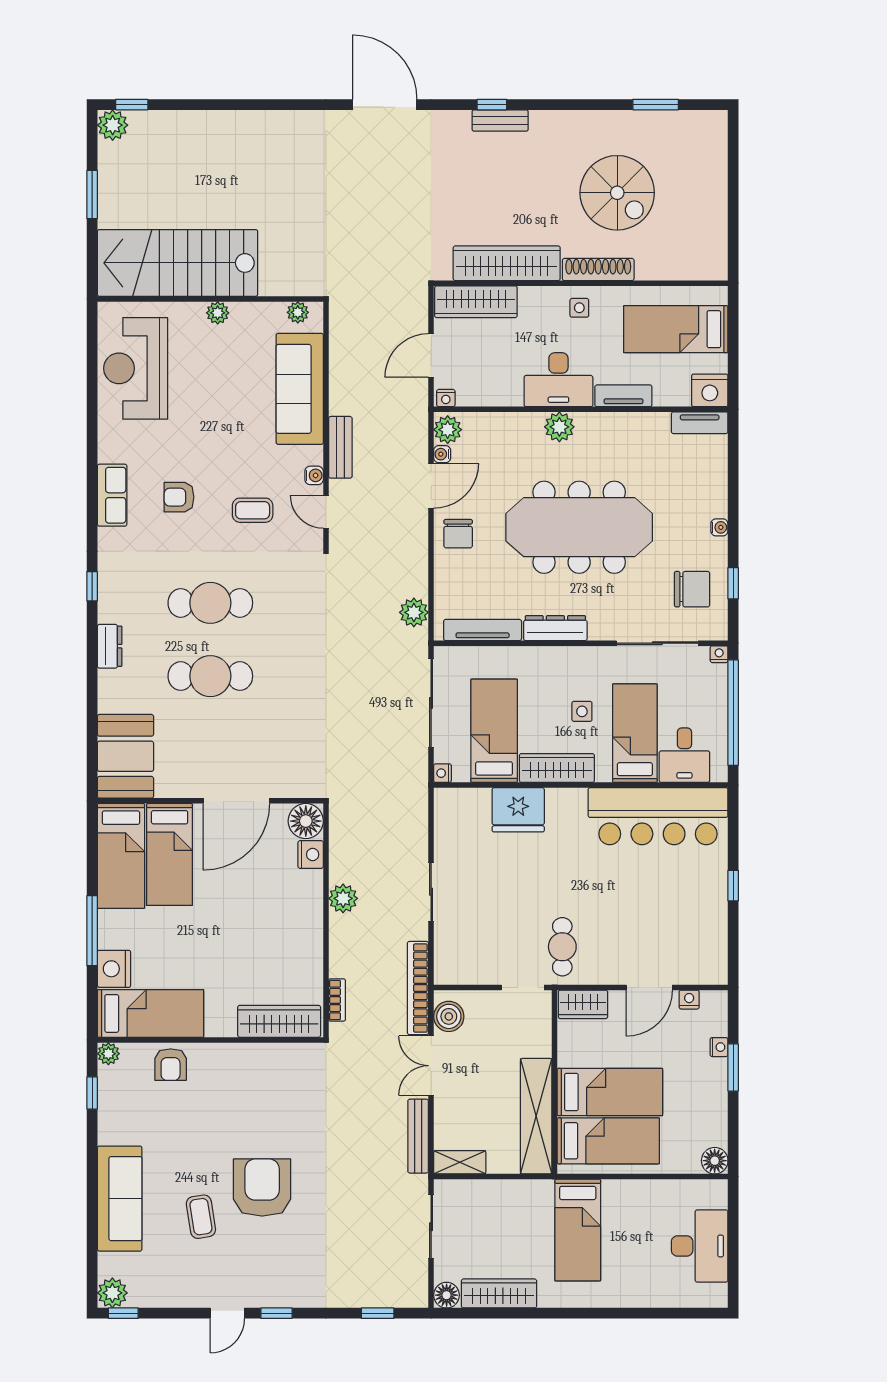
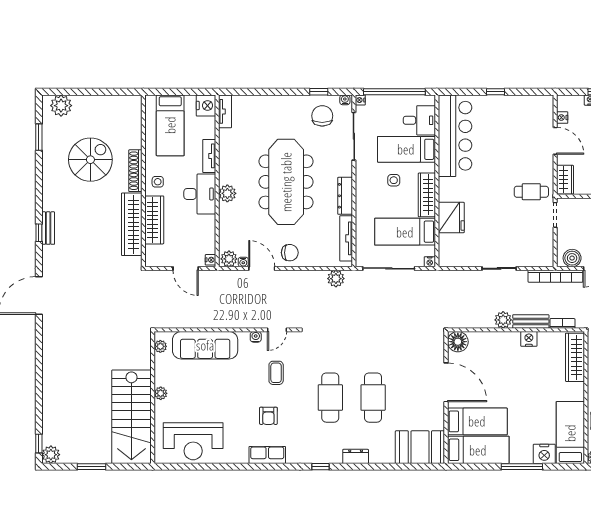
plant: (710, 143) -> (61, 106), added
wardrobe: (476, 302) -> (154, 220), moved
bench: (340, 447) -> (531, 322), moved
water cooler: (719, 527) -> (345, 100), moved
nightstand: (311, 854) -> (529, 339), moved

